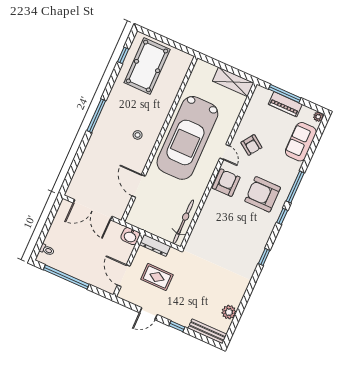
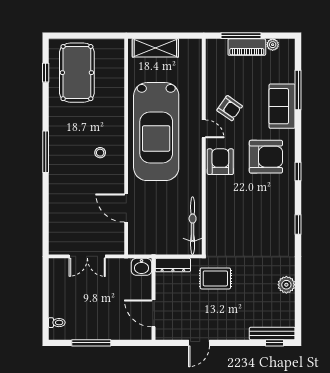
shelving: (233, 82) -> (155, 48), moved
plant: (318, 117) -> (273, 45), moved
sofa: (301, 142) -> (282, 106), moved
window: (295, 187) -> (298, 90), moved
armchair: (263, 194) -> (266, 157), turned 180
double door: (93, 210) -> (87, 256), width x0.73
window: (66, 277) -> (91, 343), width x0.68
rug: (157, 277) -> (215, 278), moved
plant: (229, 312) -> (286, 285), moved
window: (177, 326) -> (275, 343), moved

